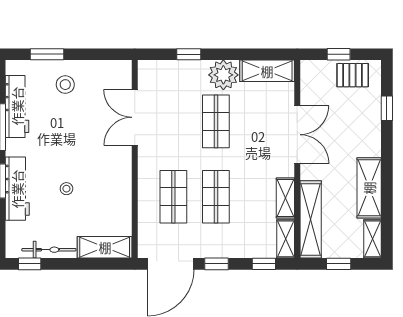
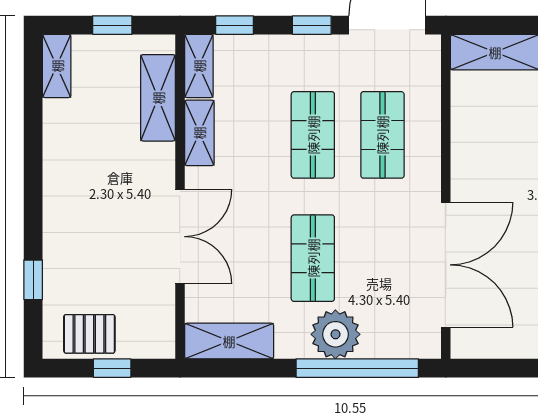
window: (189, 54) -> (357, 368), width x3.17
plant: (223, 75) -> (335, 334), moved
double door: (135, 117) -> (446, 265), width x1.36
double door: (297, 135) -> (180, 237), swing flipped
shelving: (369, 188) -> (62, 150), removed
shelving: (311, 219) -> (158, 98), width x0.68

